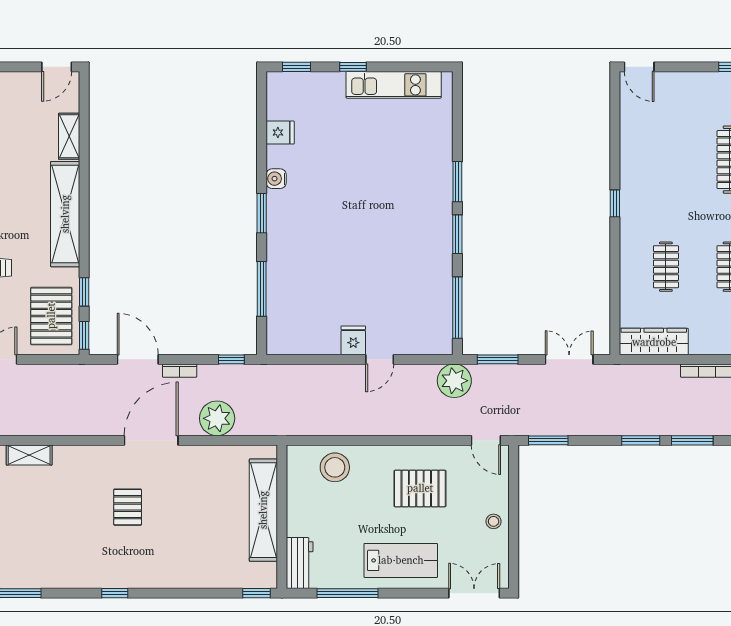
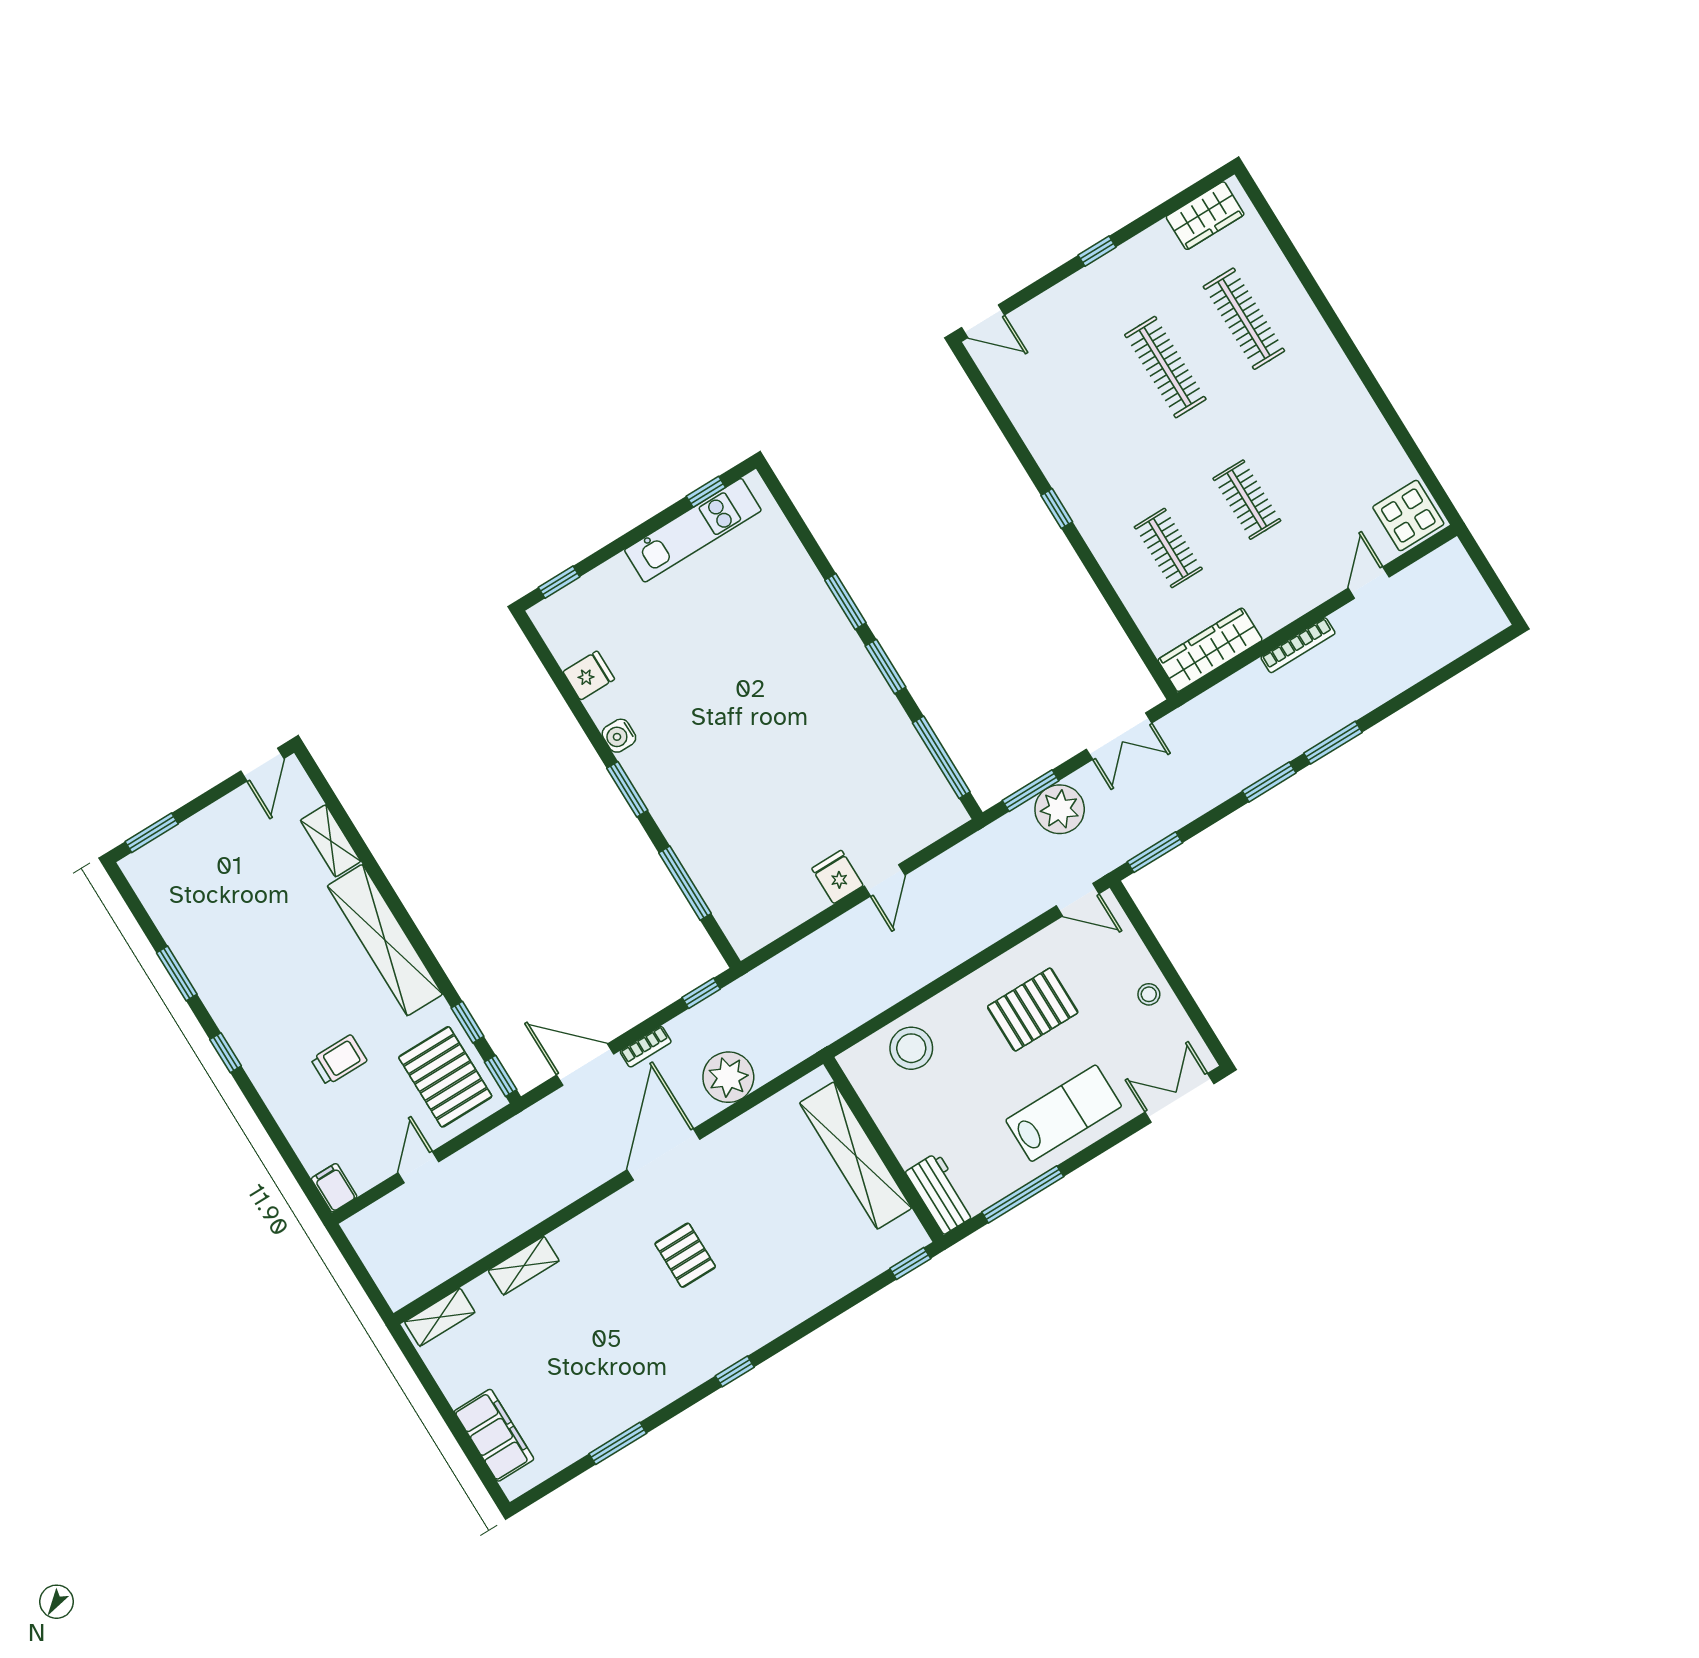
window: (353, 67) -> (706, 492), moved
double door: (569, 359) -> (1119, 736), swing flipped
plant: (454, 381) -> (1060, 809), moved

